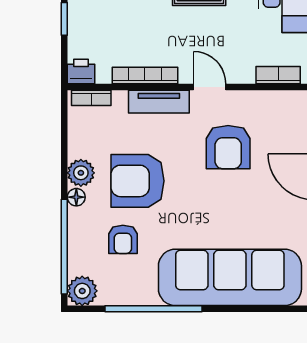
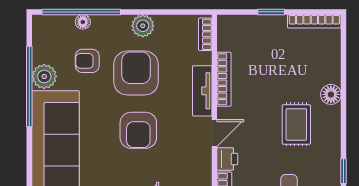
printer: (81, 71) -> (227, 159), moved
armchair: (228, 147) -> (138, 130), moved, turned -90
floor lamp: (76, 197) -> (83, 22), moved
plant: (82, 291) -> (44, 76), moved

